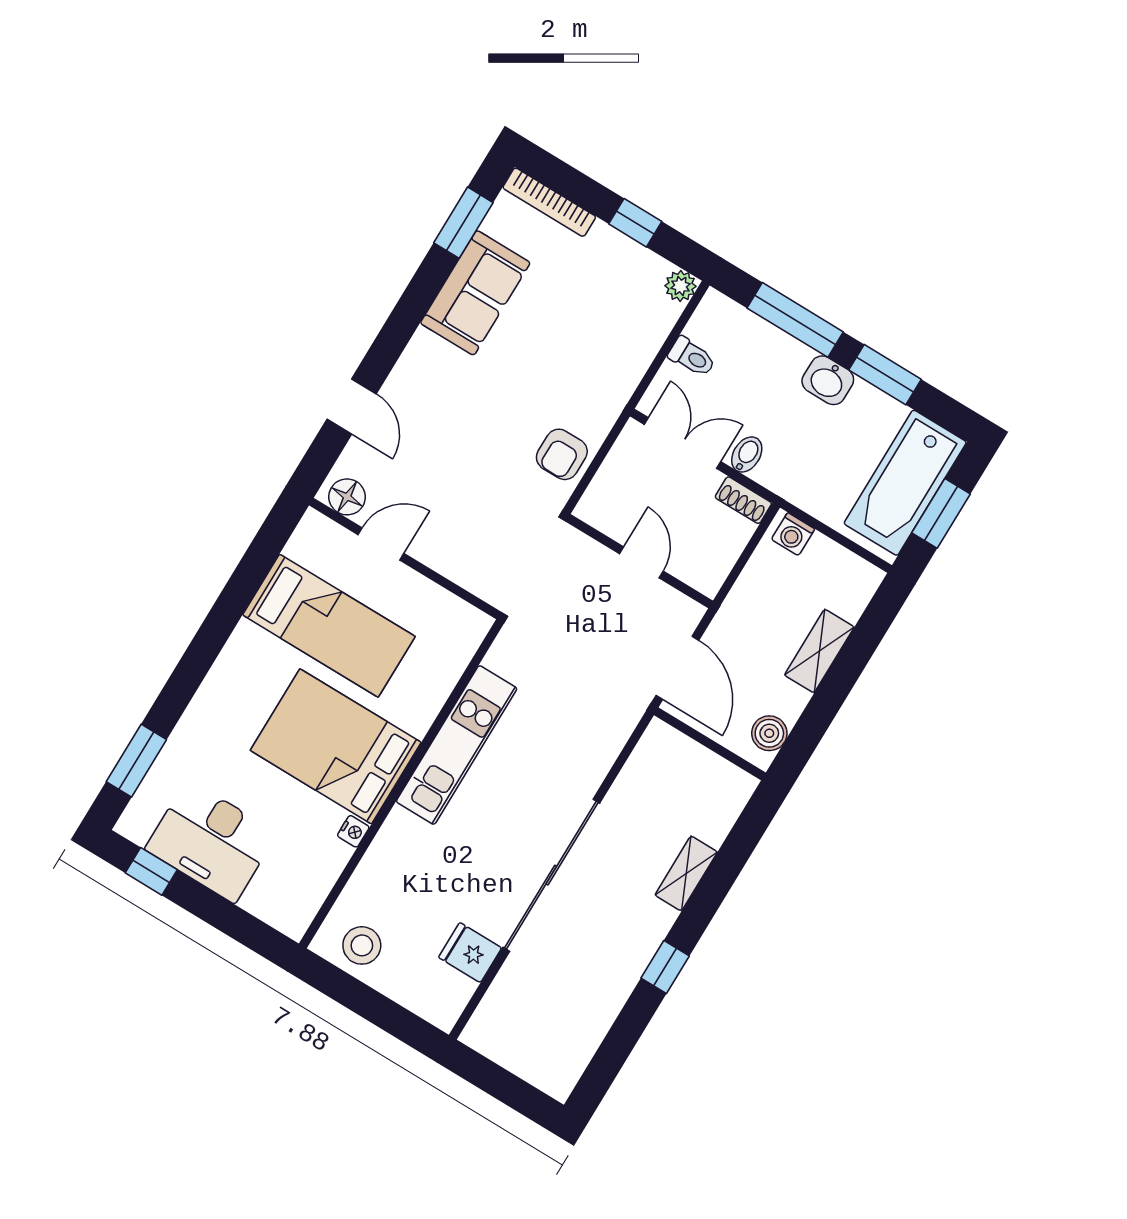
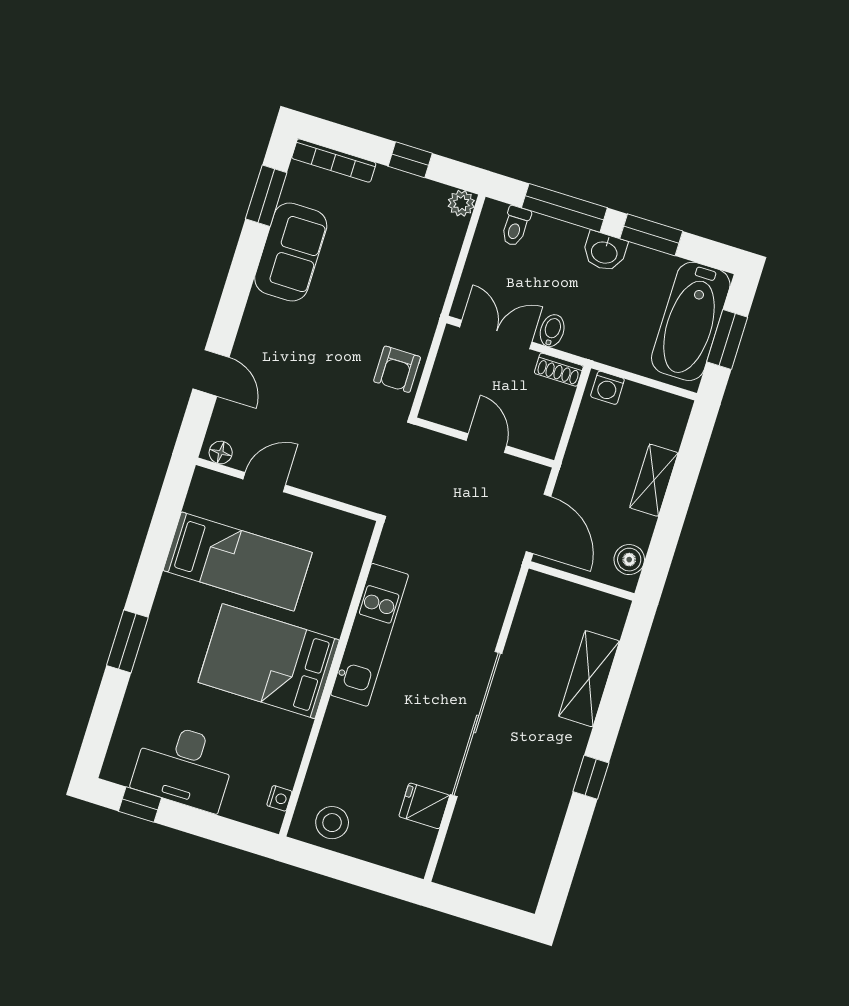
toilet: (692, 357) -> (516, 226), moved, turned 90
floor lamp: (347, 497) -> (221, 453), width x0.73, depth x0.73
window: (136, 761) -> (127, 641), moved
nightstand: (353, 831) -> (279, 798), moved
shelving: (686, 873) -> (589, 679), width x1.50, depth x1.33

